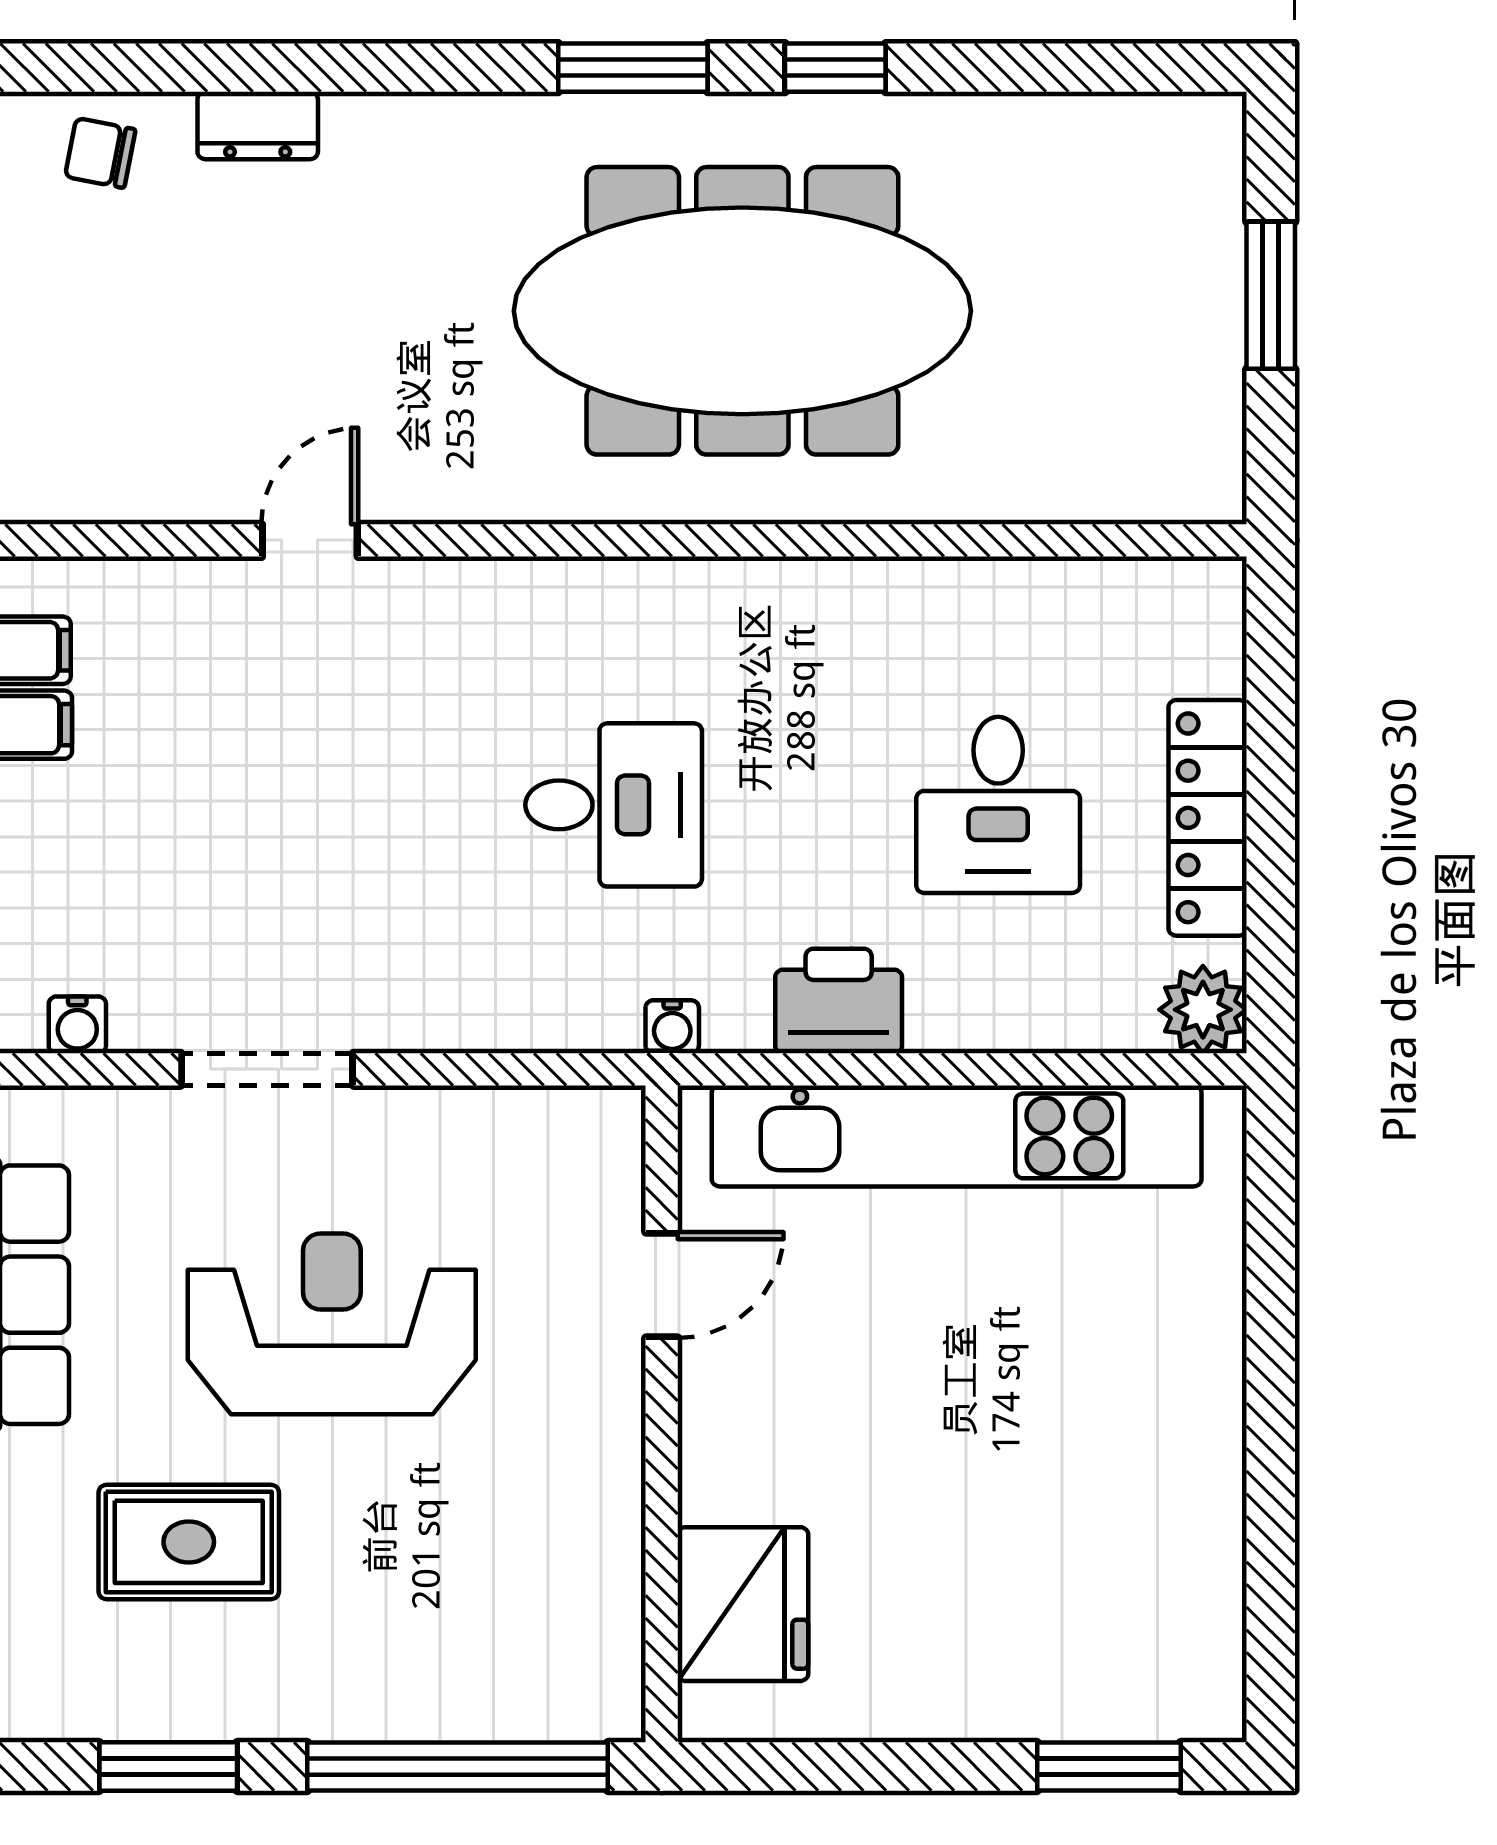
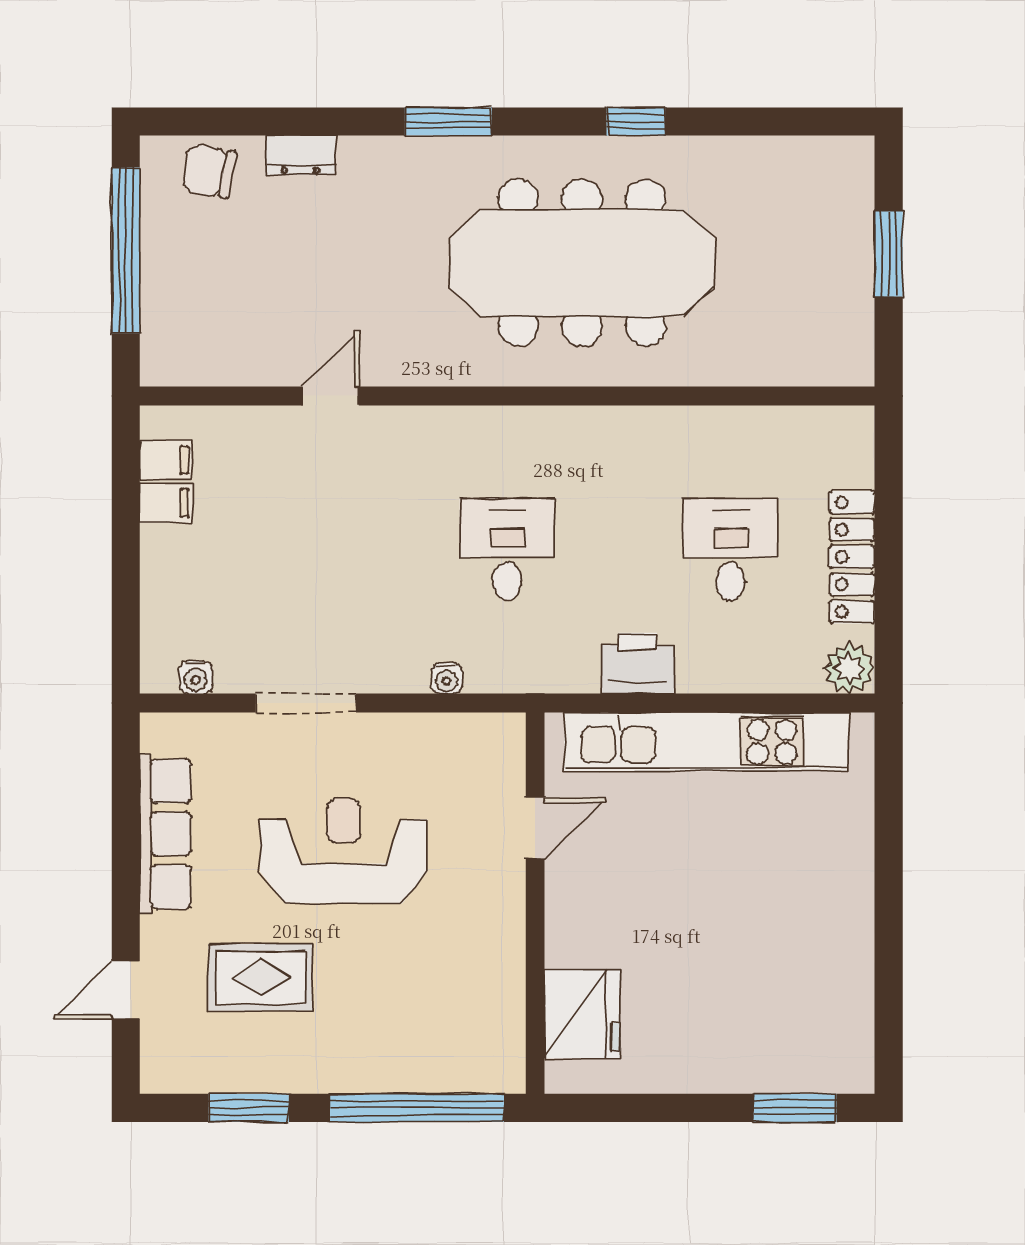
window: (633, 68) -> (448, 122), moved
chair: (100, 153) -> (209, 171), width x1.37, depth x1.37
desk: (614, 805) -> (507, 550), turned -90
desk: (998, 805) -> (730, 550), turned 180
water cooler: (672, 1027) -> (447, 678), moved

